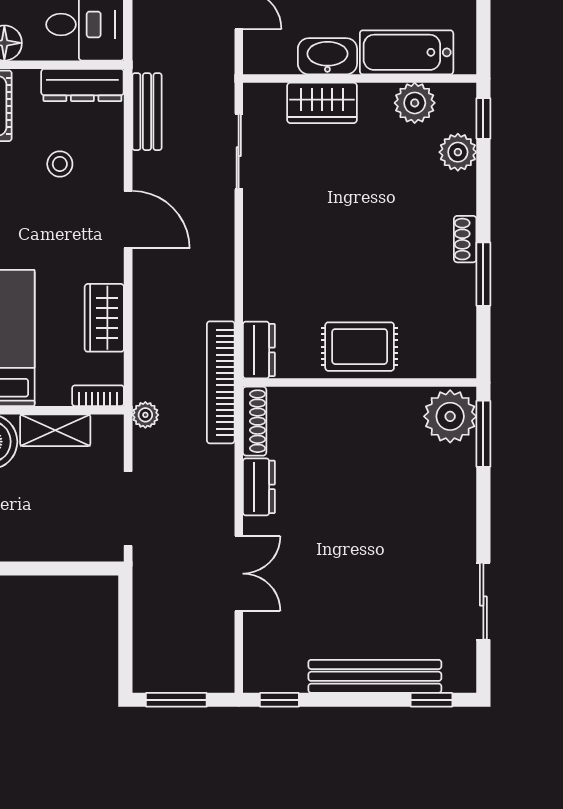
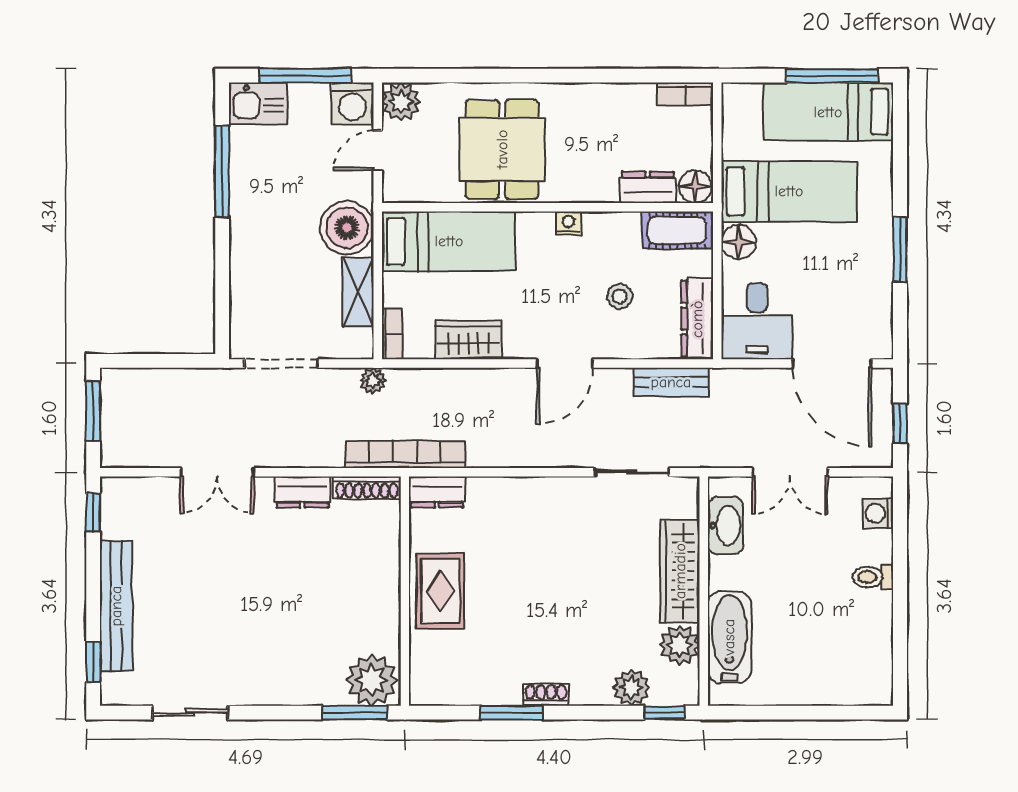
washbasin: (327, 56) -> (726, 526), moved
wardrobe: (322, 103) -> (680, 571), width x1.50

